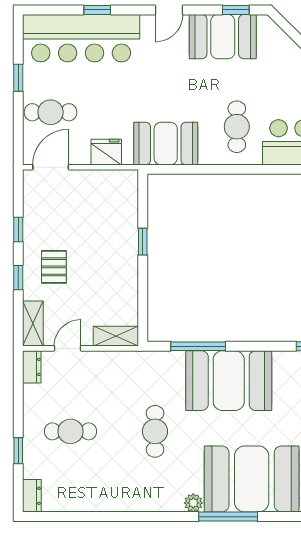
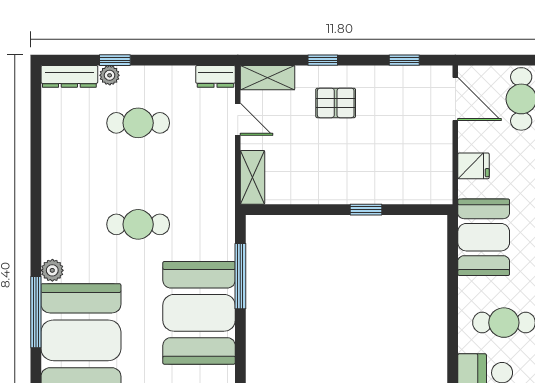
fridge: (106, 152) -> (473, 166), width x0.72
window: (18, 230) -> (404, 60), moved
cafe table: (71, 431) -> (138, 123), turned 90
plant: (31, 455) -> (110, 75), added
dresser: (32, 496) -> (69, 76), width x1.44

